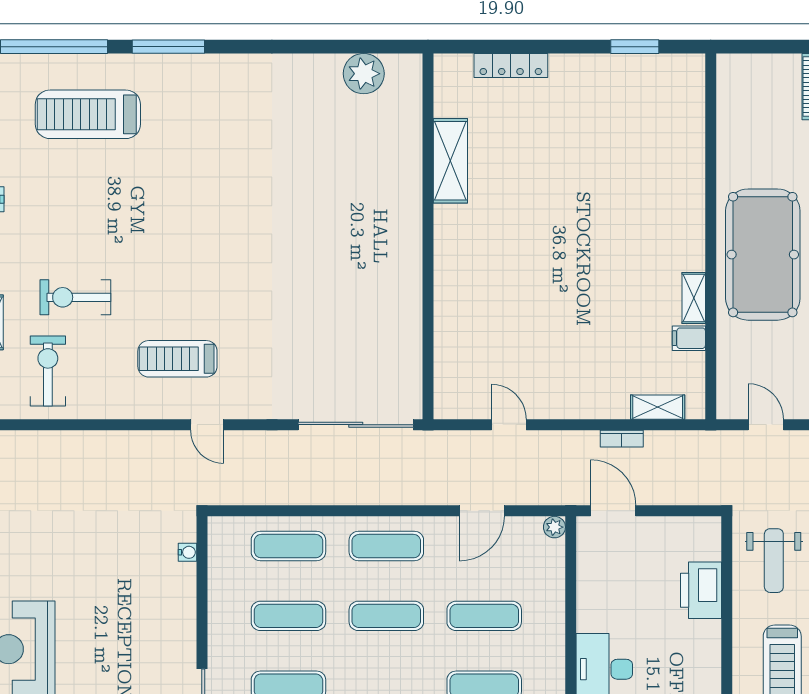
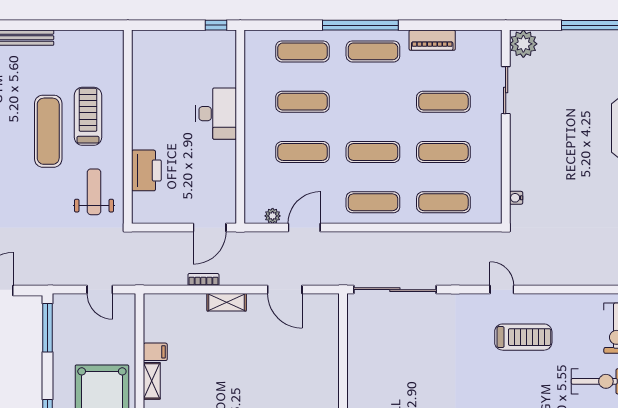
shelving: (658, 407) -> (227, 302), moved
door: (509, 425) -> (285, 290), width x1.37
door: (613, 511) -> (210, 228), hinge flipped
plant: (554, 527) -> (273, 216), moved

